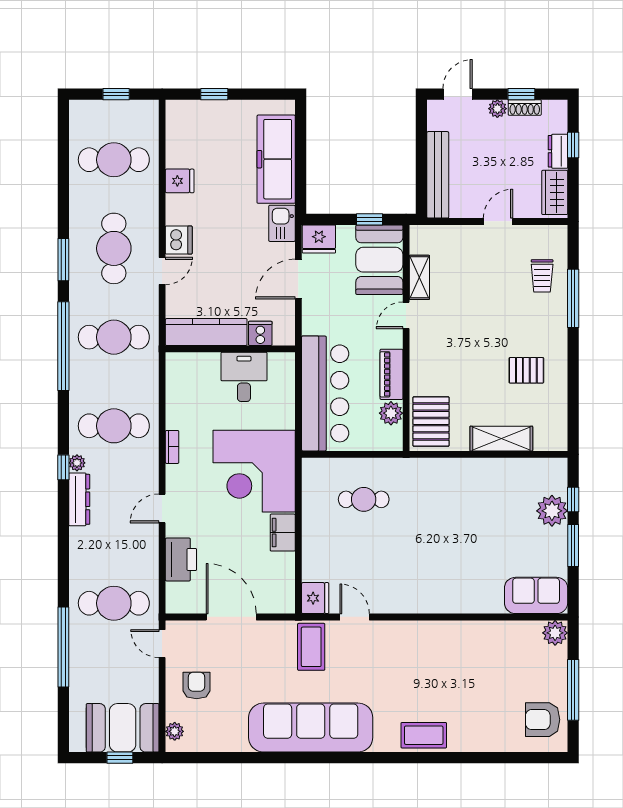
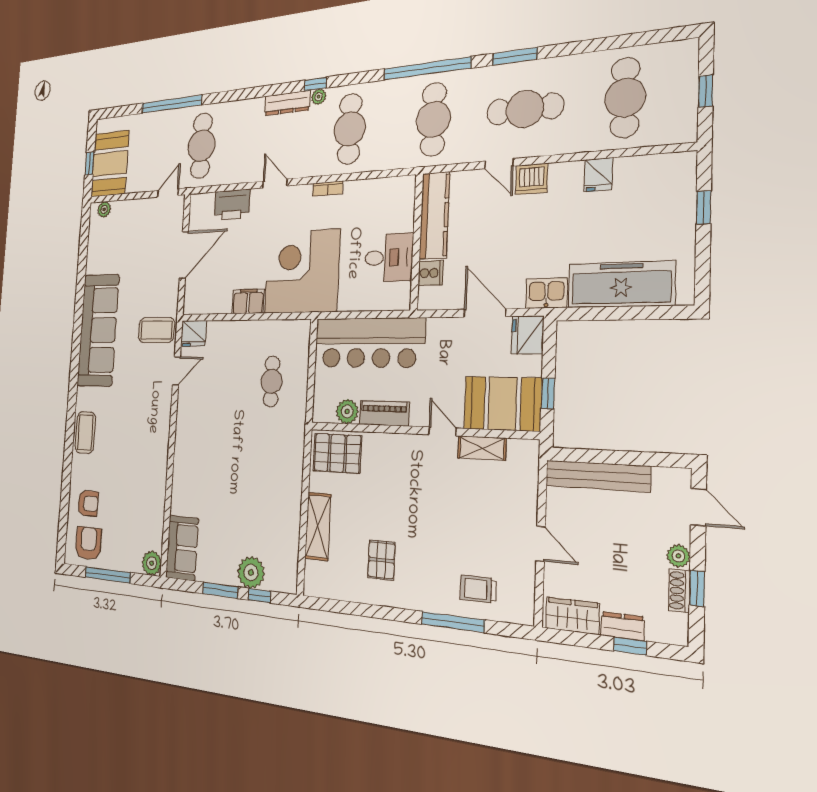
armchair: (197, 685) -> (88, 503), moved

